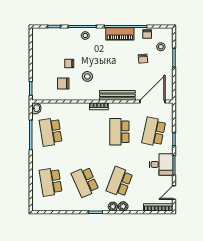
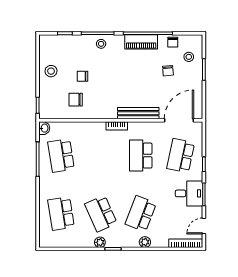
stool: (87, 76) -> (51, 71), moved
plant: (113, 207) -> (100, 242), moved

